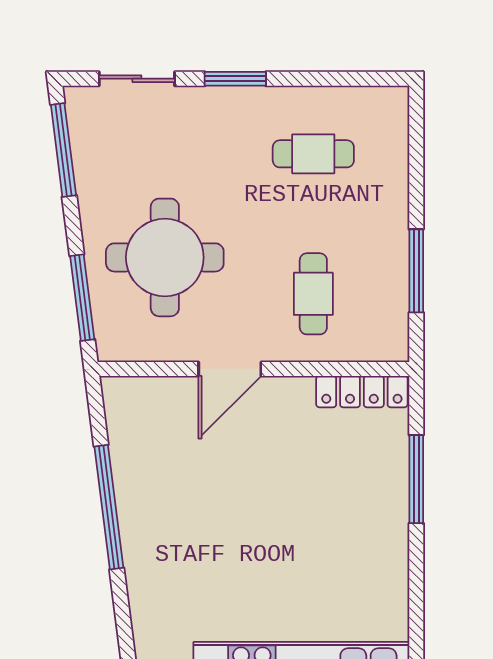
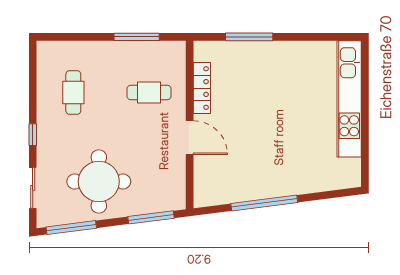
window: (235, 79) -> (33, 135), width x0.67
round table: (165, 257) -> (99, 182), moved
locker: (362, 392) -> (202, 88), moved

